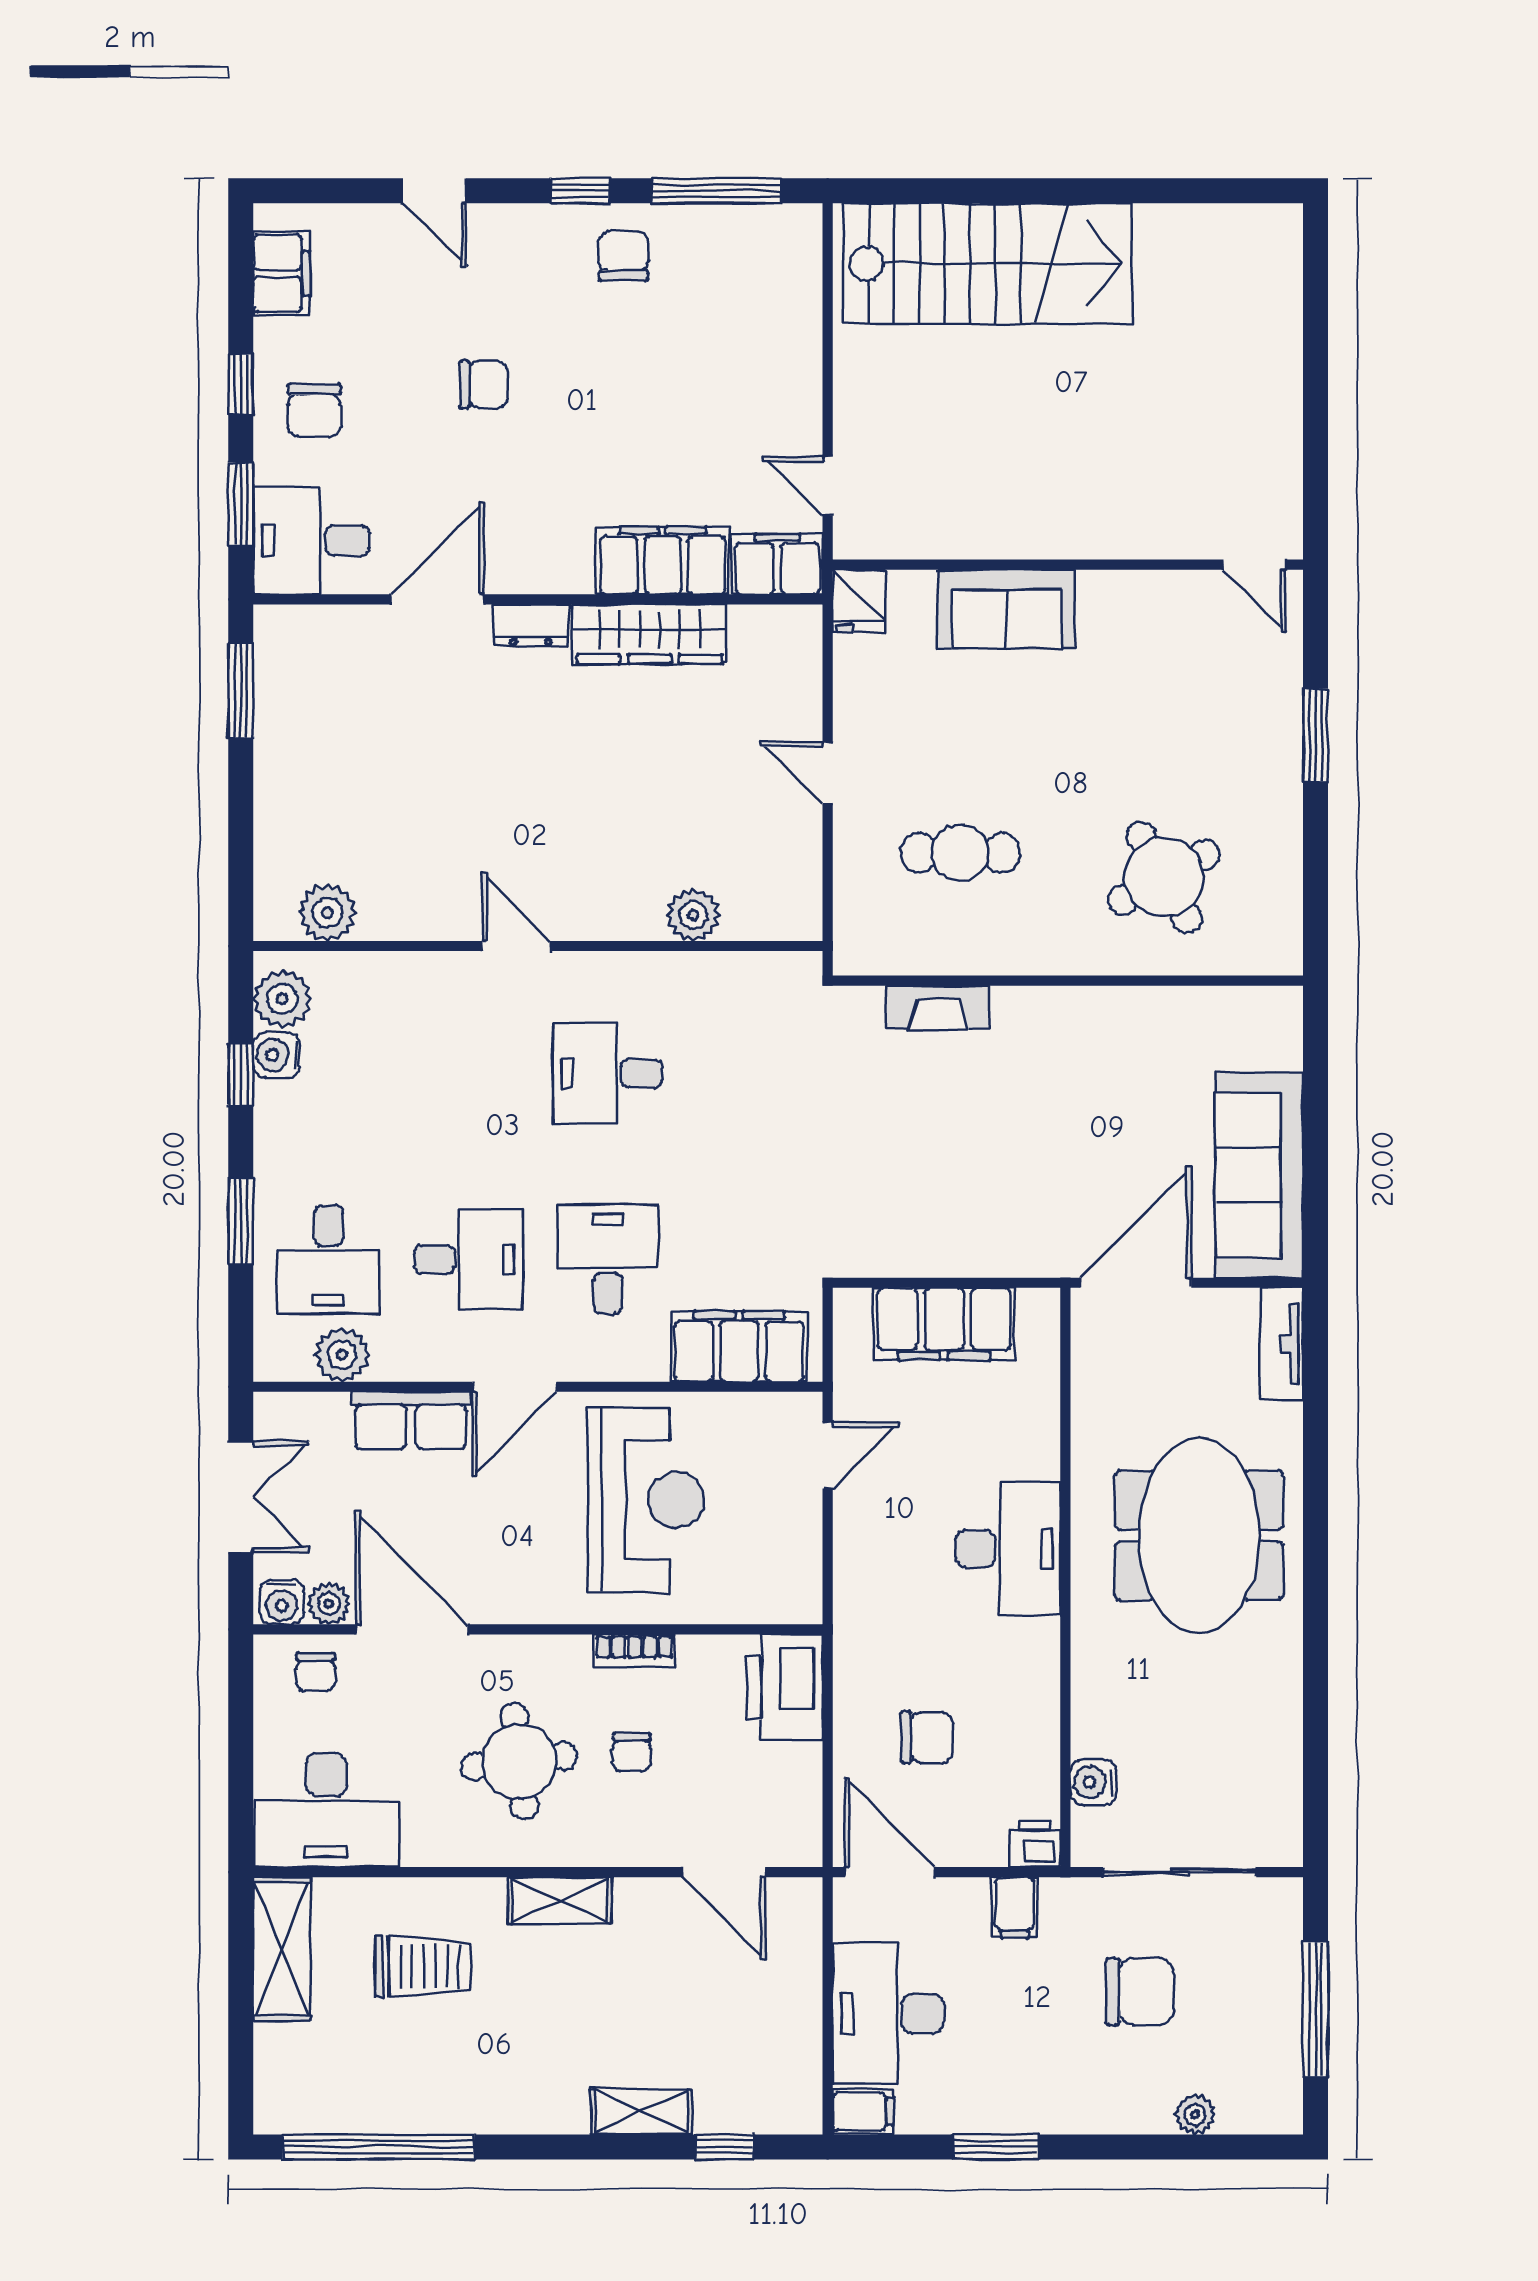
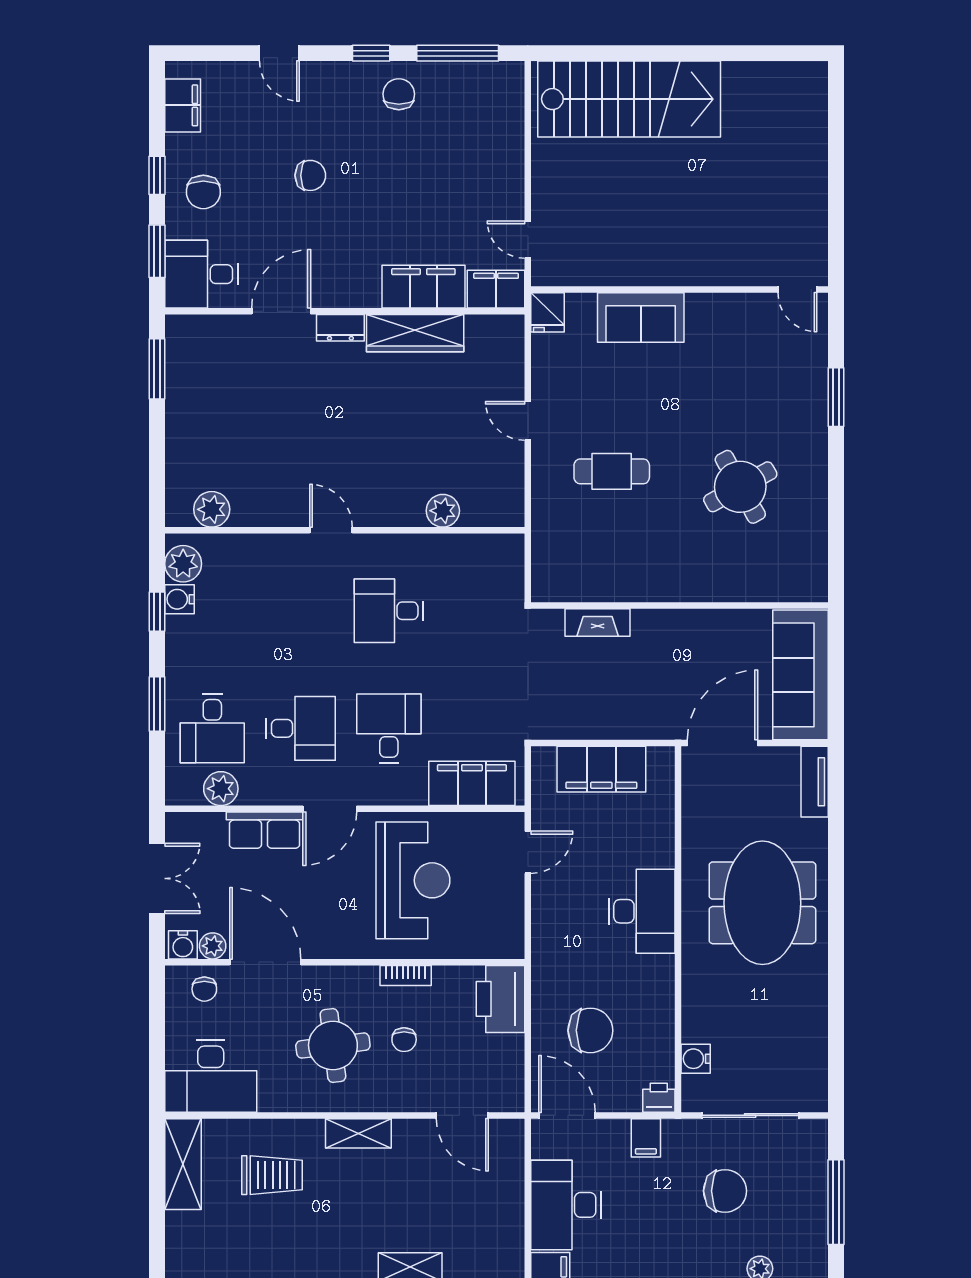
wall: (1068, 981) -> (680, 605), moved
fireplace: (938, 1008) -> (598, 622), moved
chair: (927, 1737) -> (590, 1030), width x1.37, depth x1.37

